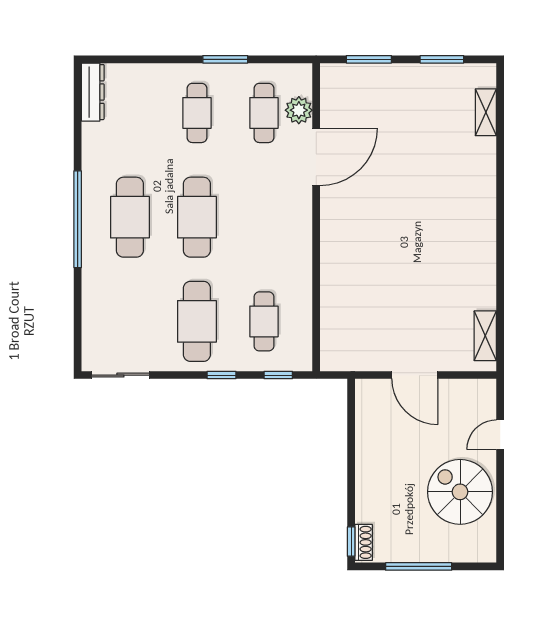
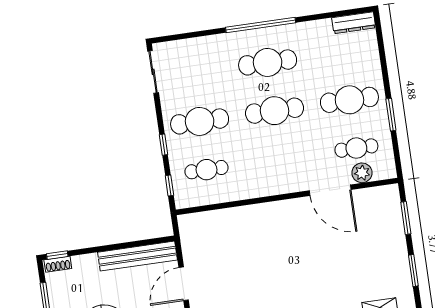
cafe table: (197, 113) -> (349, 100), width x1.37, depth x1.35
bench: (368, 432) -> (137, 256), added

